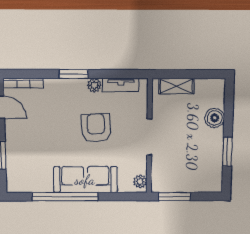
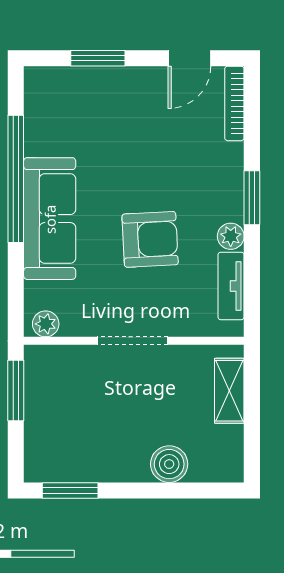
window: (227, 152) -> (70, 490), moved

